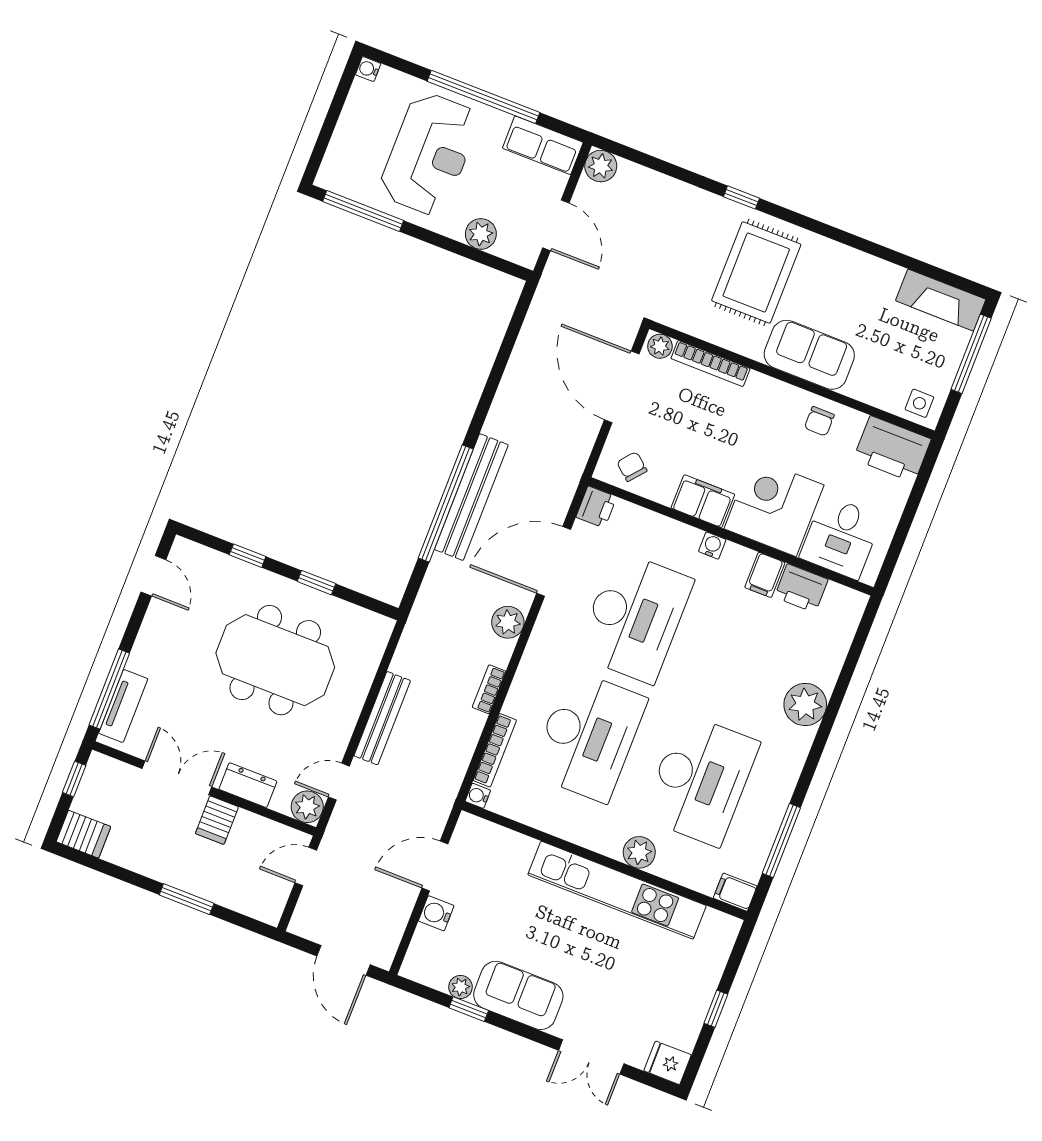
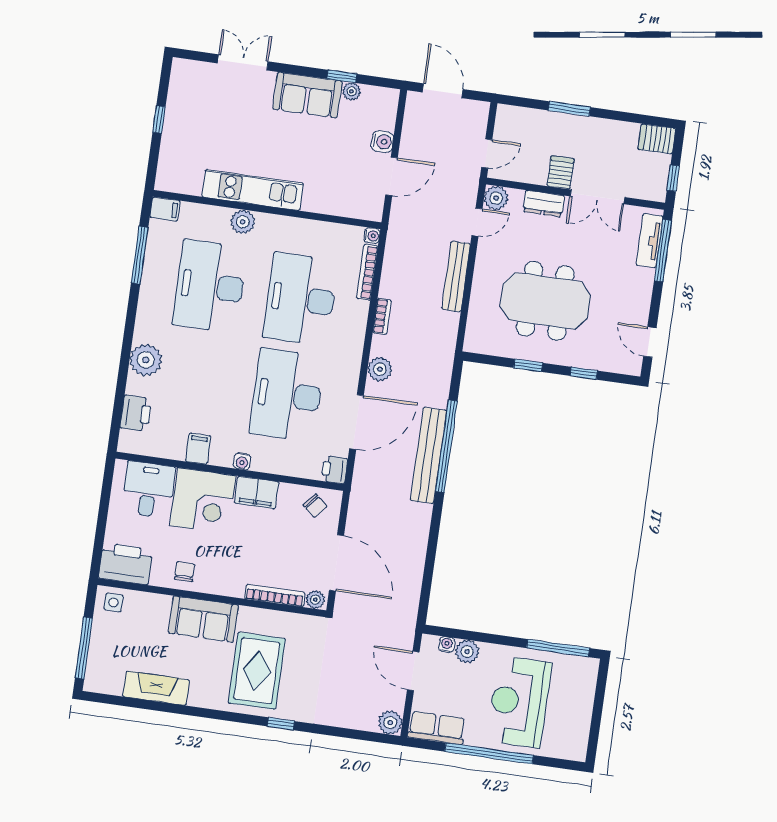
water cooler: (368, 69) -> (447, 645), moved, turned -90
fireplace: (941, 300) -> (156, 688), moved
printer: (801, 588) -> (136, 413), moved, turned 90
kitchen unit: (617, 890) -> (253, 190), width x0.73
fridge: (668, 1063) -> (185, 71), removed

